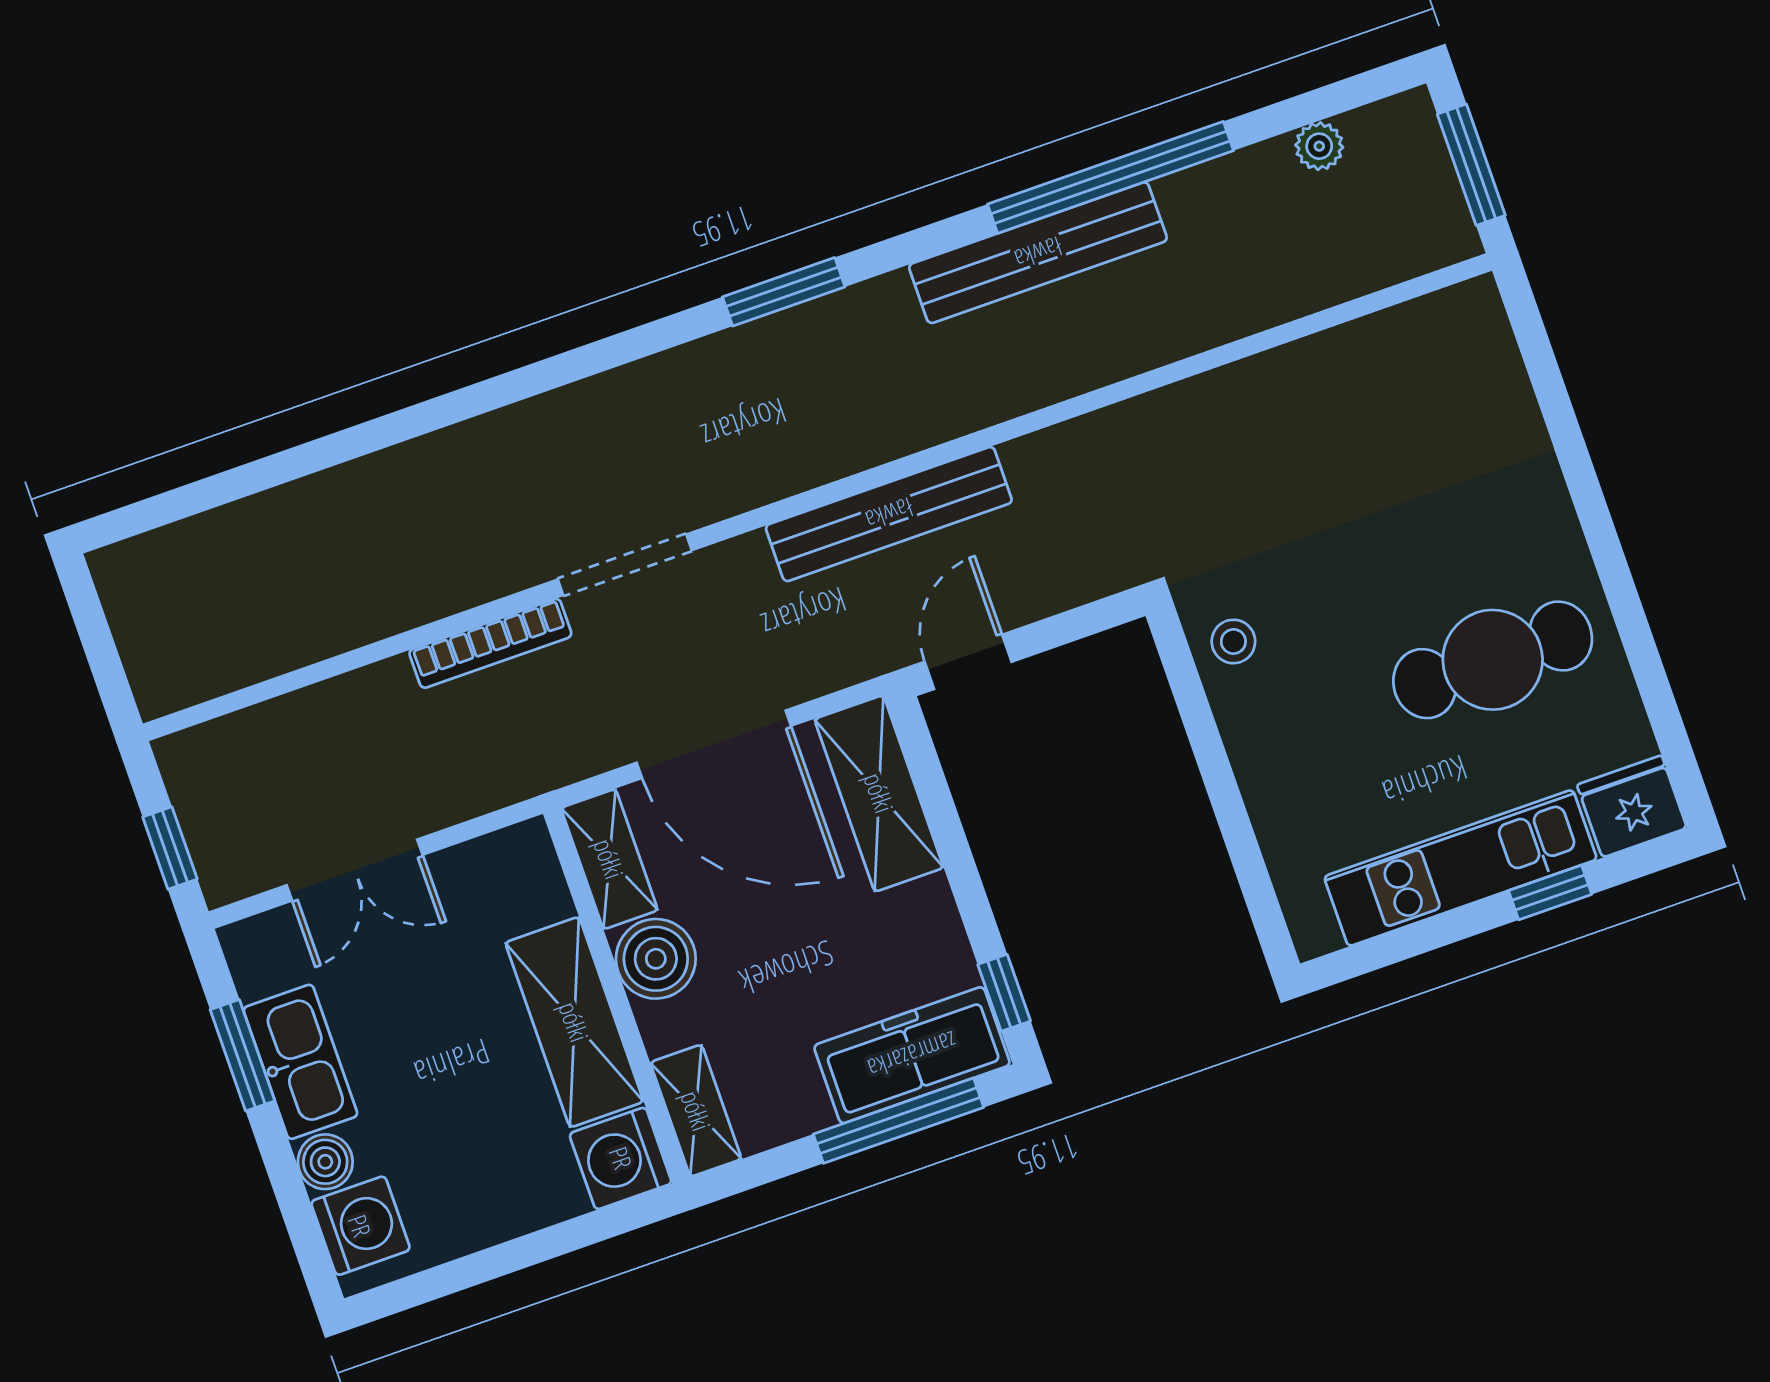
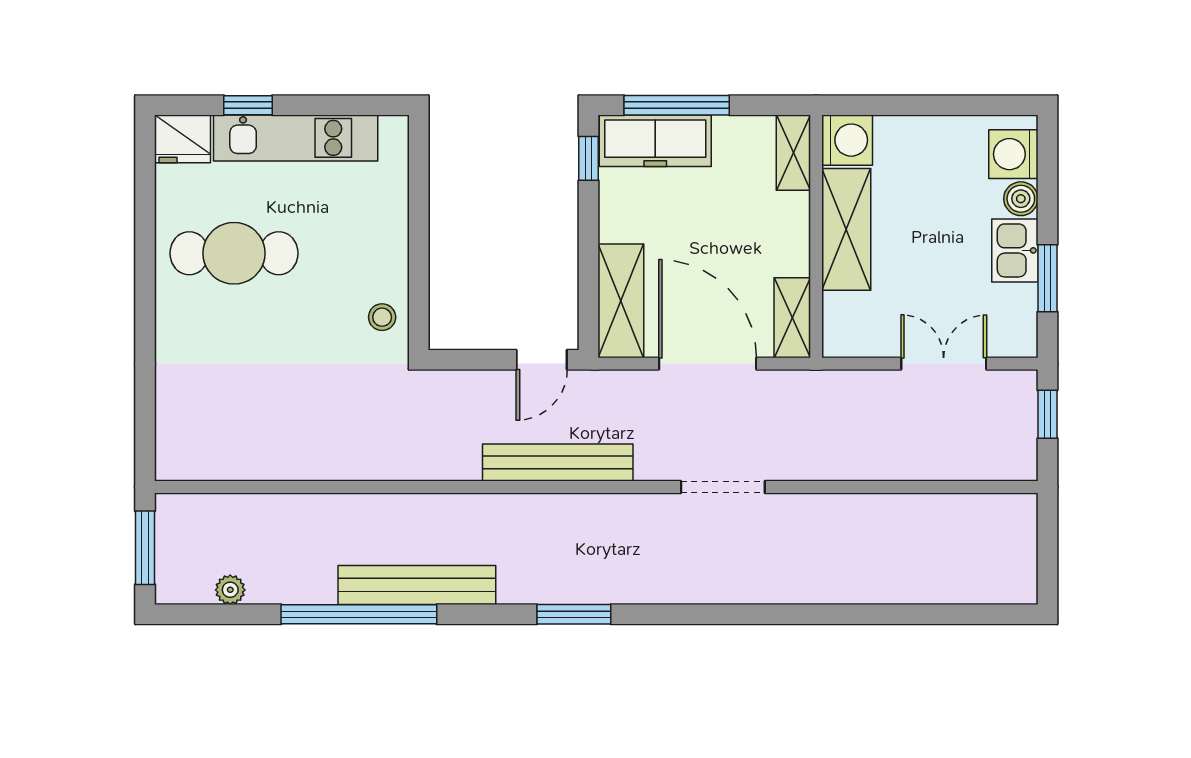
bookcase: (490, 643) -> (818, 469), removed
boiler: (656, 959) -> (786, 250), removed
kitchen sink: (300, 1062) -> (1015, 250), width x0.73

